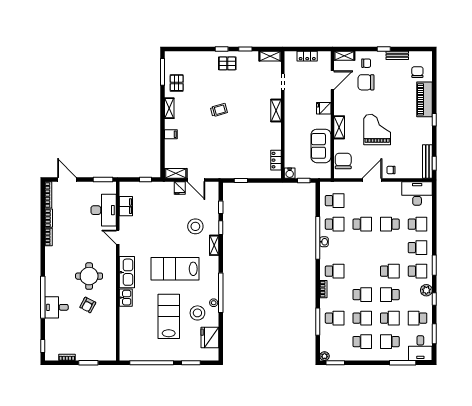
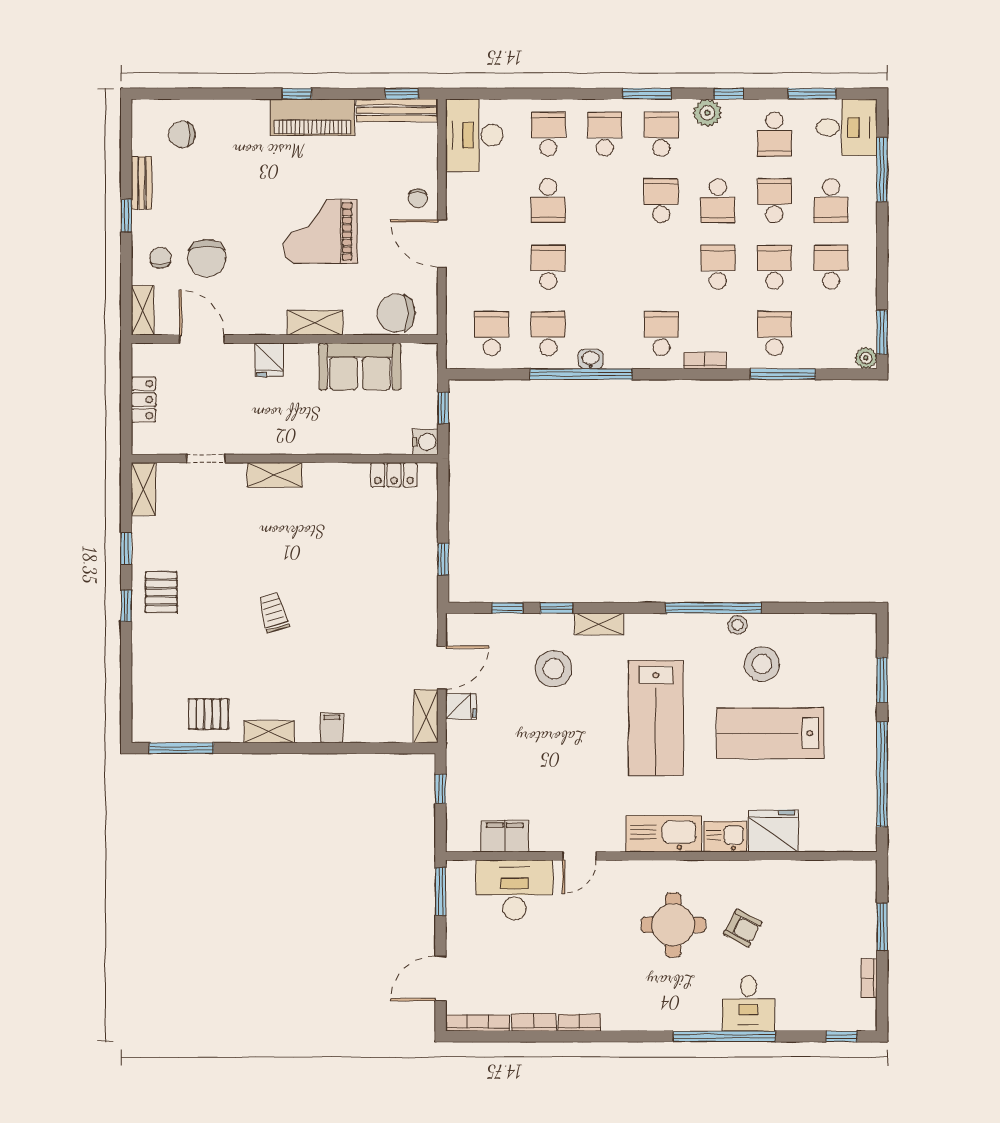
piano: (425, 99) -> (312, 117), moved
fridge: (210, 338) -> (773, 831), moved, turned 180

